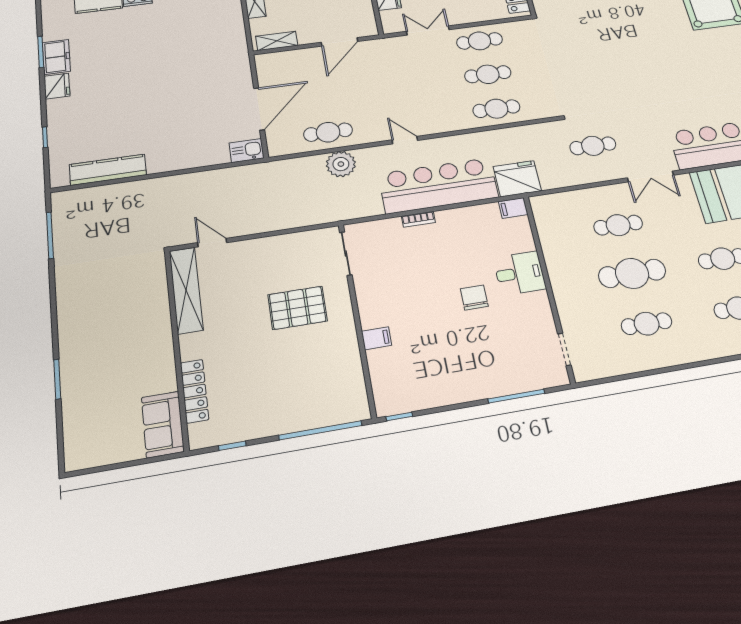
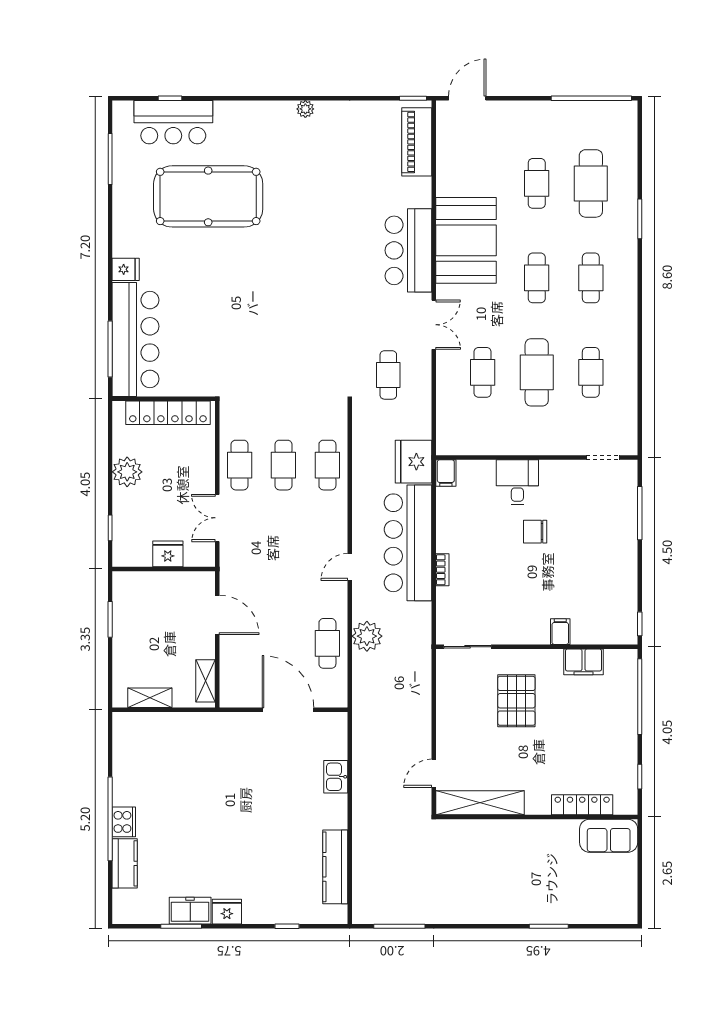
kitchen sink: (247, 151) -> (336, 777), moved
filing cabinet: (349, 366) -> (583, 662), added

